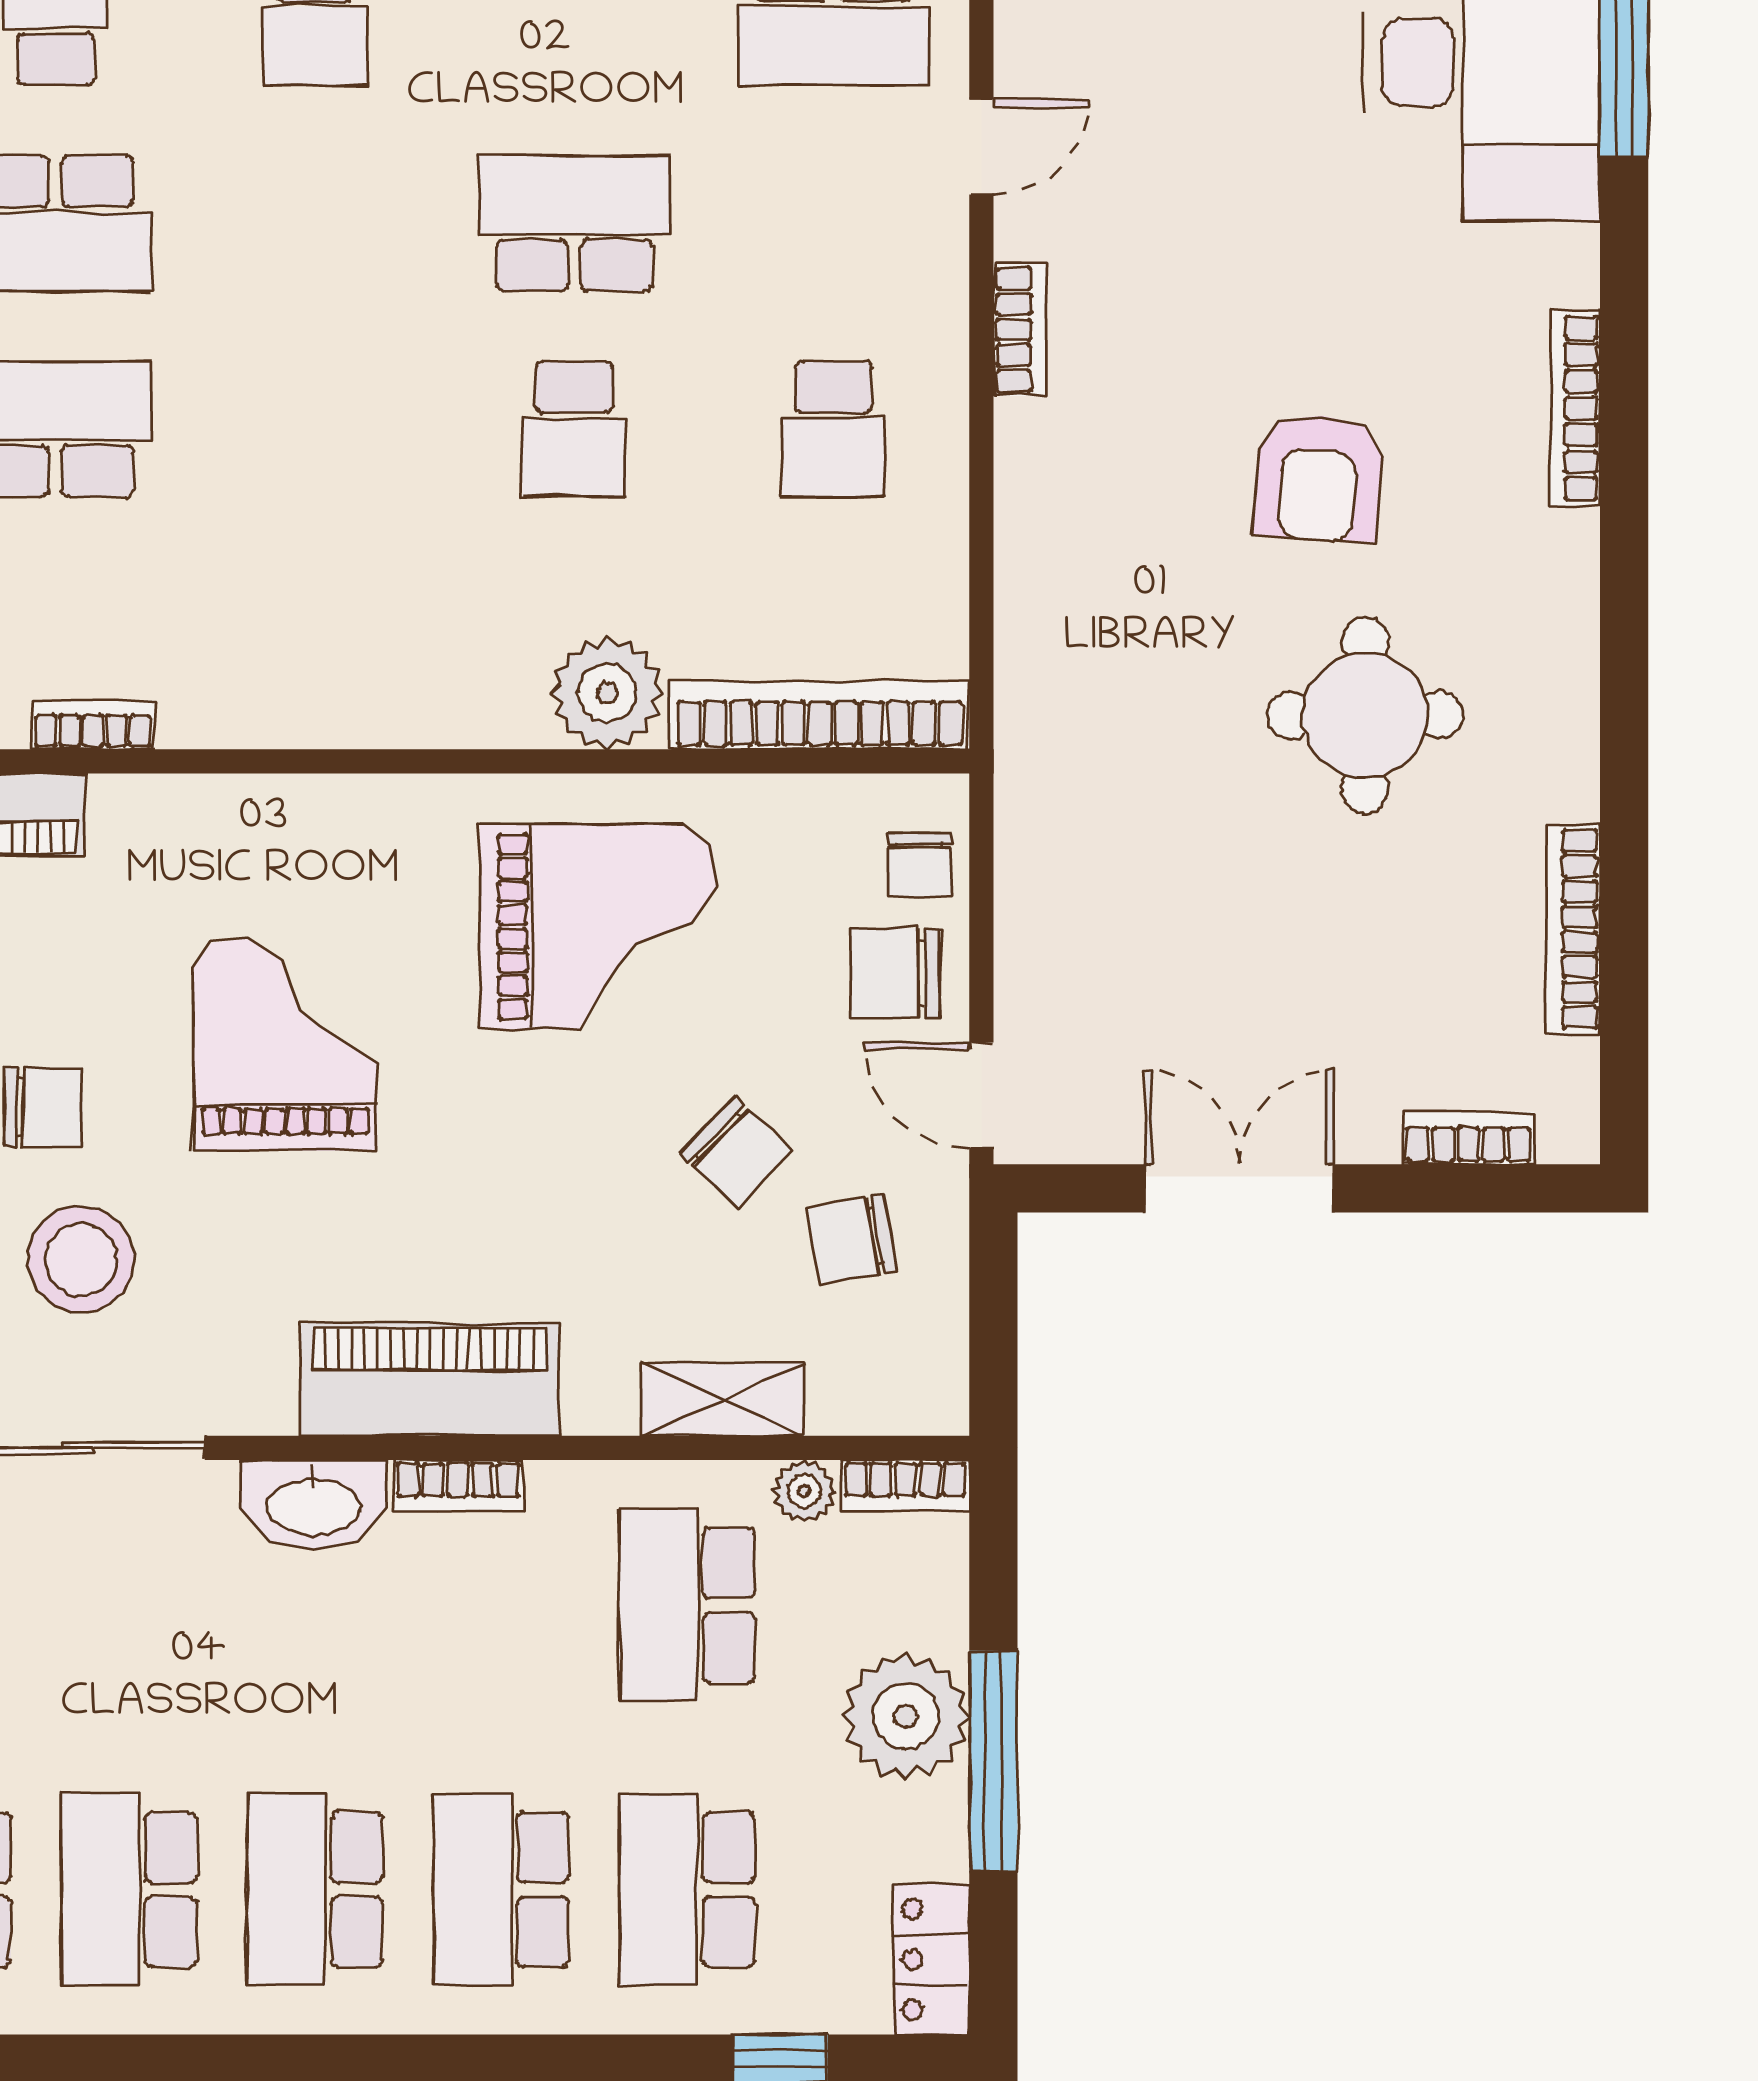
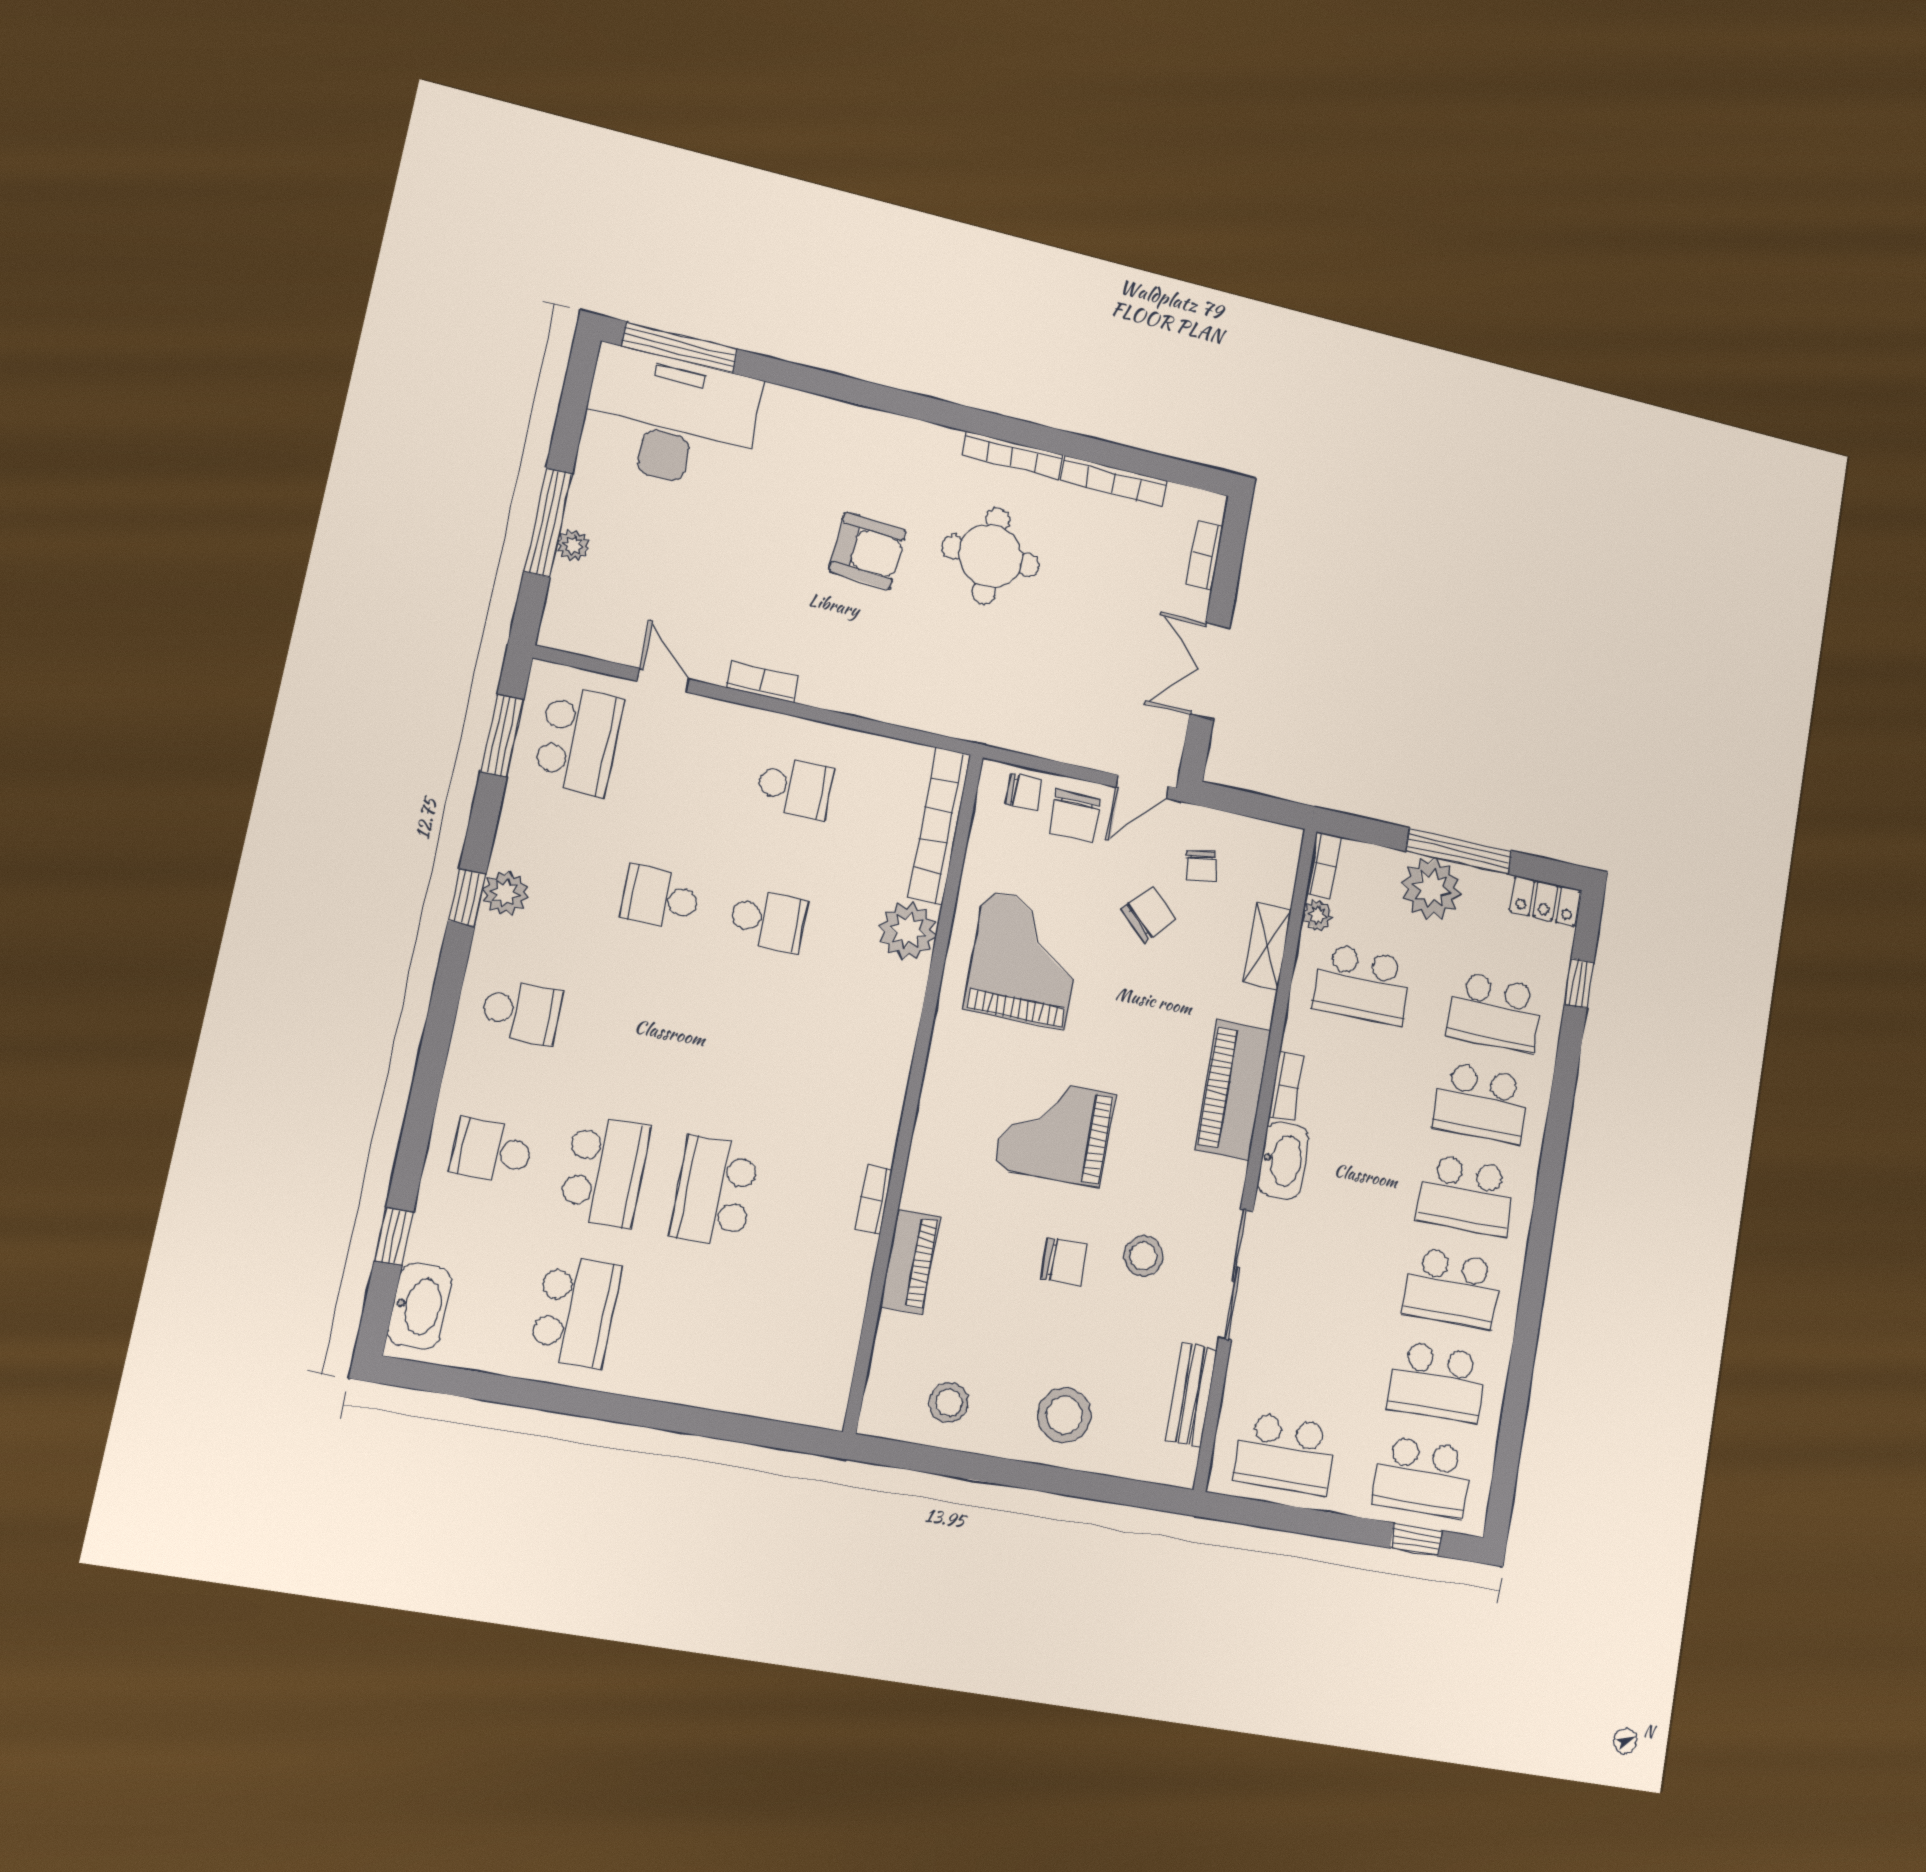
school desk: (574, 223) -> (660, 898), width x0.54
bookcase: (1575, 408) -> (1012, 455), moved
chair: (43, 1107) -> (1064, 1262), turned 90
chair: (852, 1239) -> (1201, 866), width x0.73, depth x0.73
stool: (81, 1259) -> (1143, 1256), width x0.73, depth x0.73

